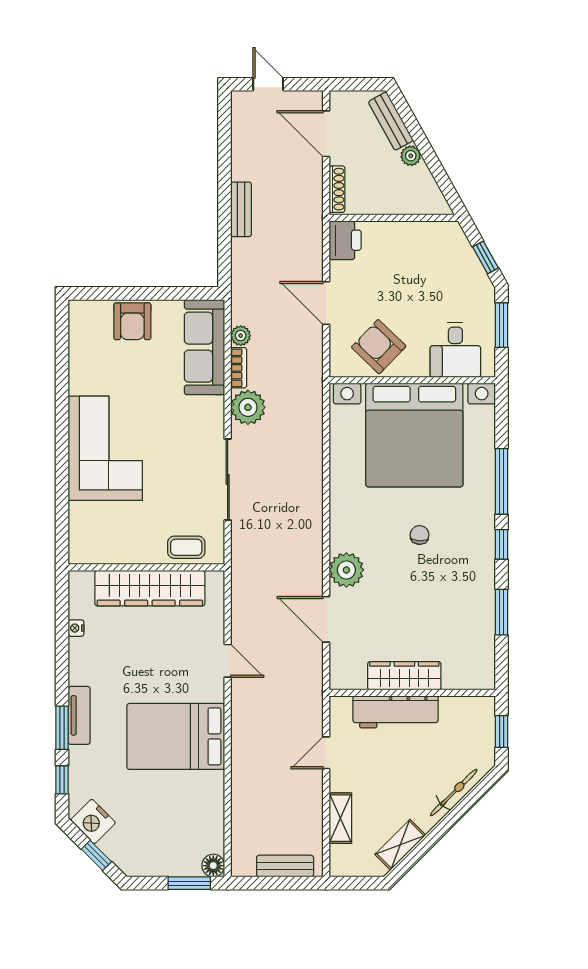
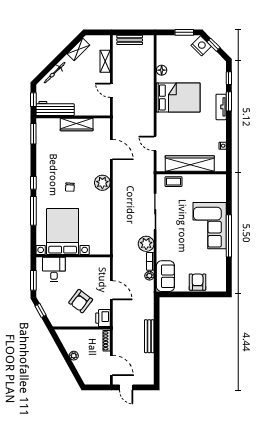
door: (268, 84) -> (126, 387), moved
bench: (391, 121) -> (83, 371), removed
bench: (241, 209) -> (149, 336), width x1.36
sofa: (204, 347) -> (165, 276), width x0.73
armchair: (379, 347) -> (81, 301), moved, turned 83
window: (62, 425) -> (229, 236), added
bed with nightstands: (414, 435) -> (63, 231), width x0.73
plant: (346, 570) -> (102, 183), moved
window: (502, 612) -> (33, 134), moved
door: (228, 661) -> (155, 143), moved
workbench: (396, 712) -> (55, 108), moved
door: (326, 753) -> (111, 90), swing flipped
nightstand: (93, 821) -> (201, 46), moved
floor lamp: (213, 866) -> (162, 70), moved
window: (189, 883) -> (184, 32), moved

